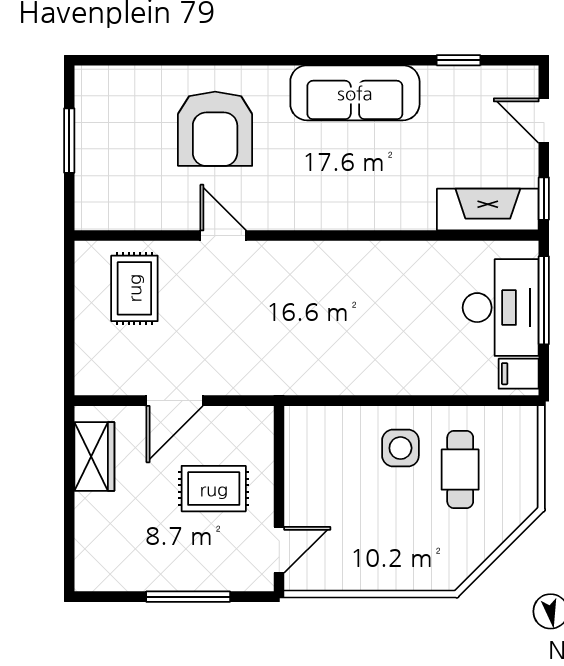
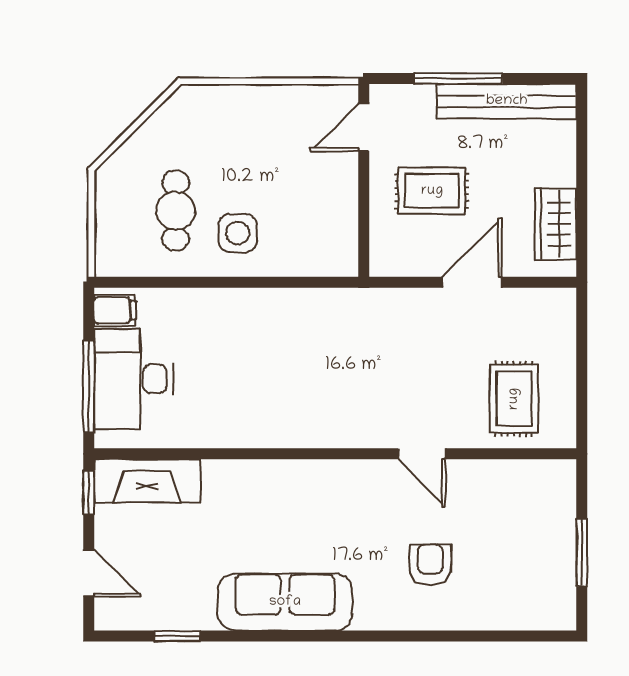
armchair: (215, 129) -> (430, 565), width x0.53, depth x0.53
bench: (142, 575) -> (507, 101), added

